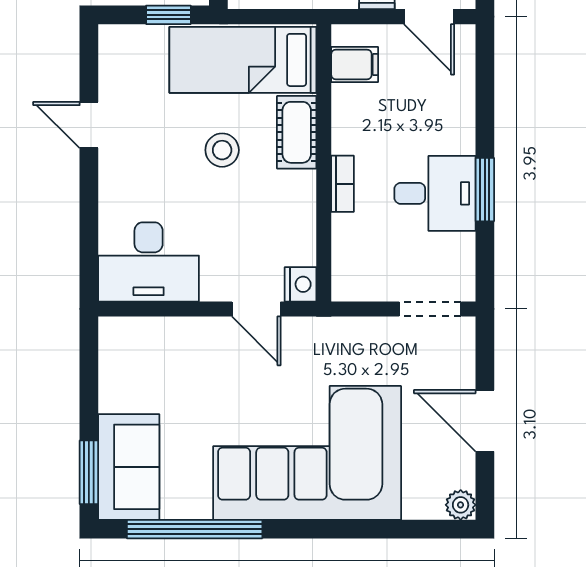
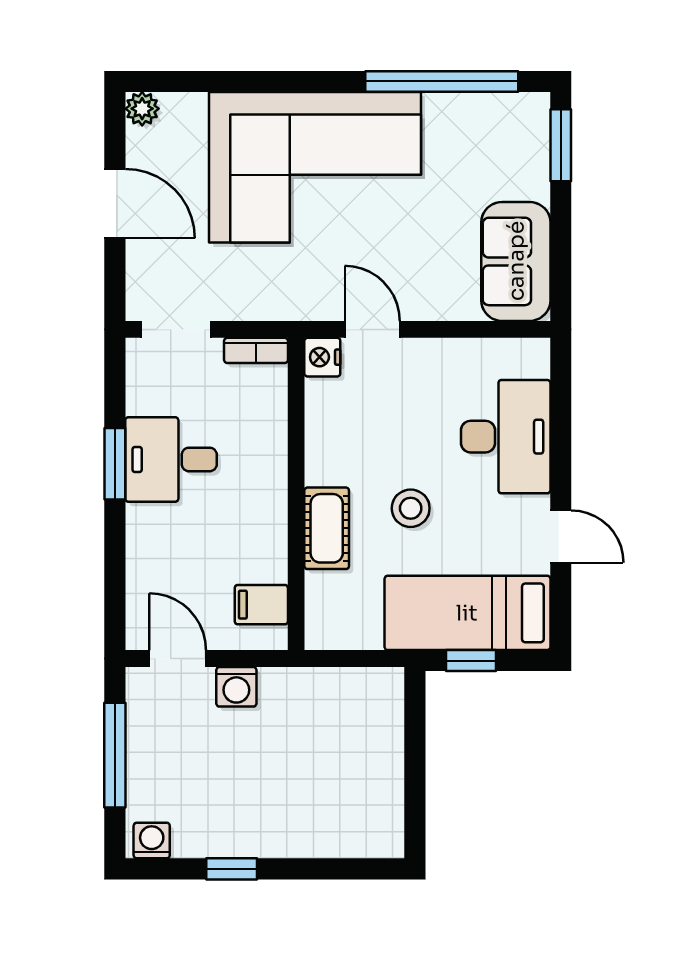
bed: (243, 60) -> (467, 613), moved, turned 180
bookcase: (343, 184) -> (256, 350), moved, turned -90
desk: (149, 262) -> (506, 437), moved, turned 90
sofa: (129, 467) -> (516, 261), moved

